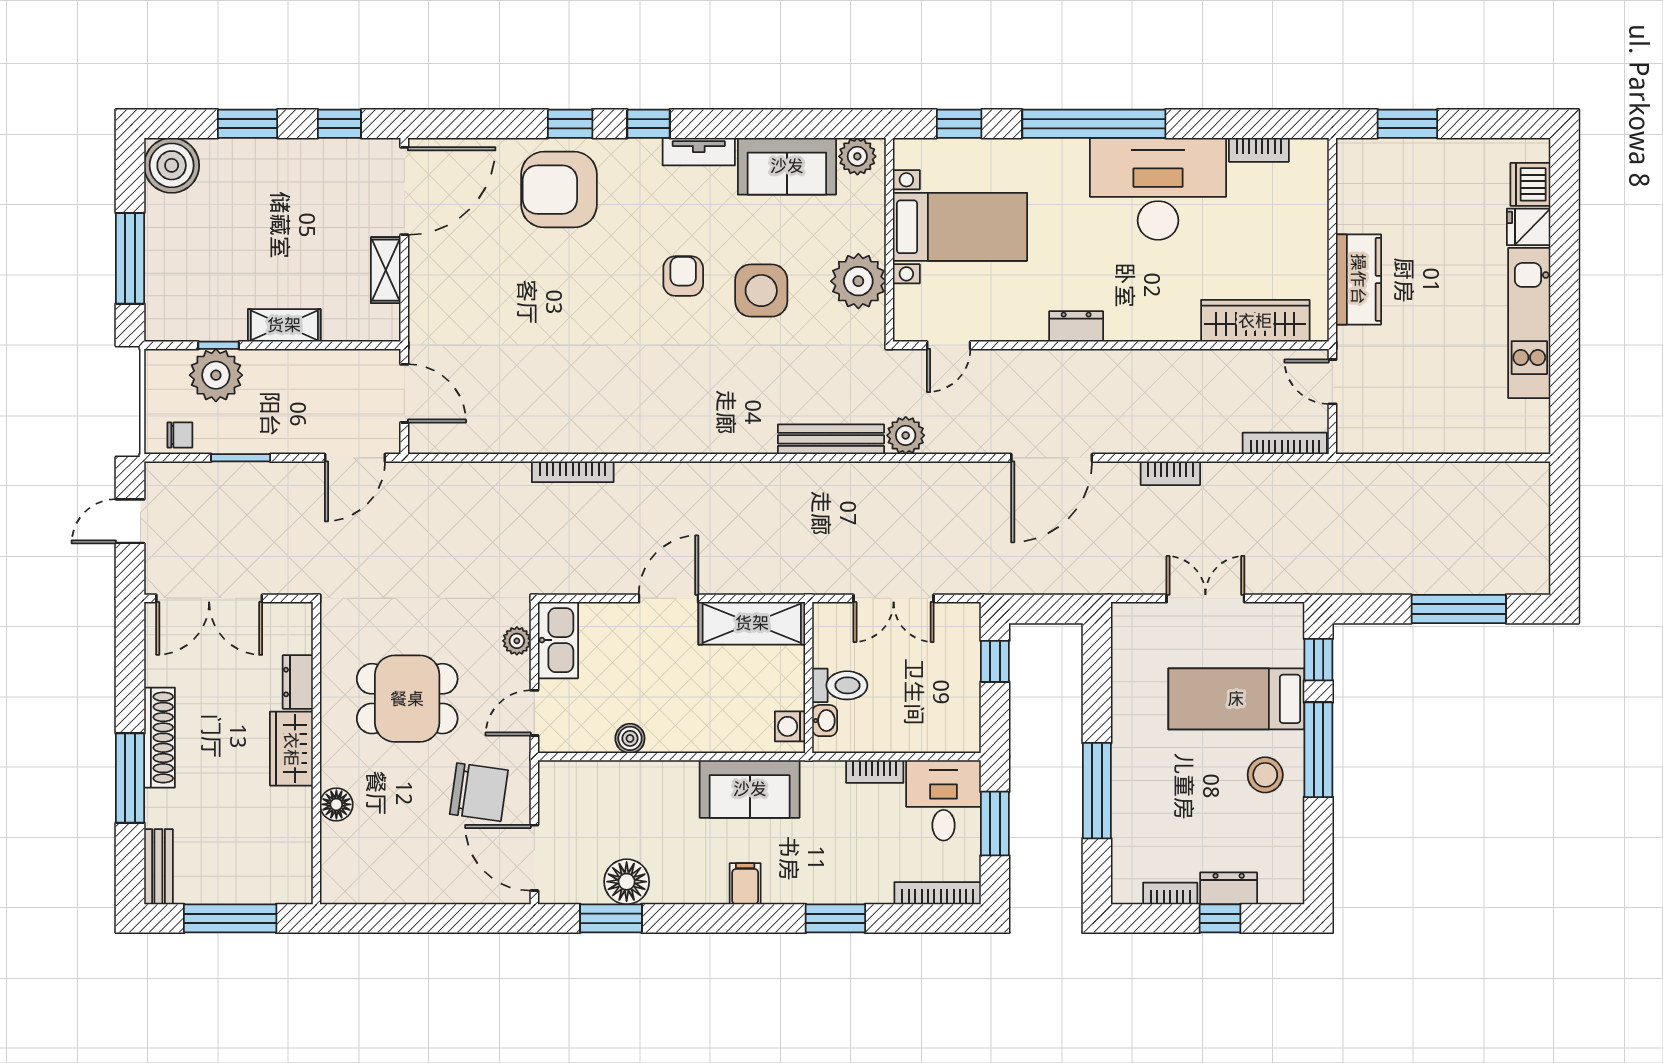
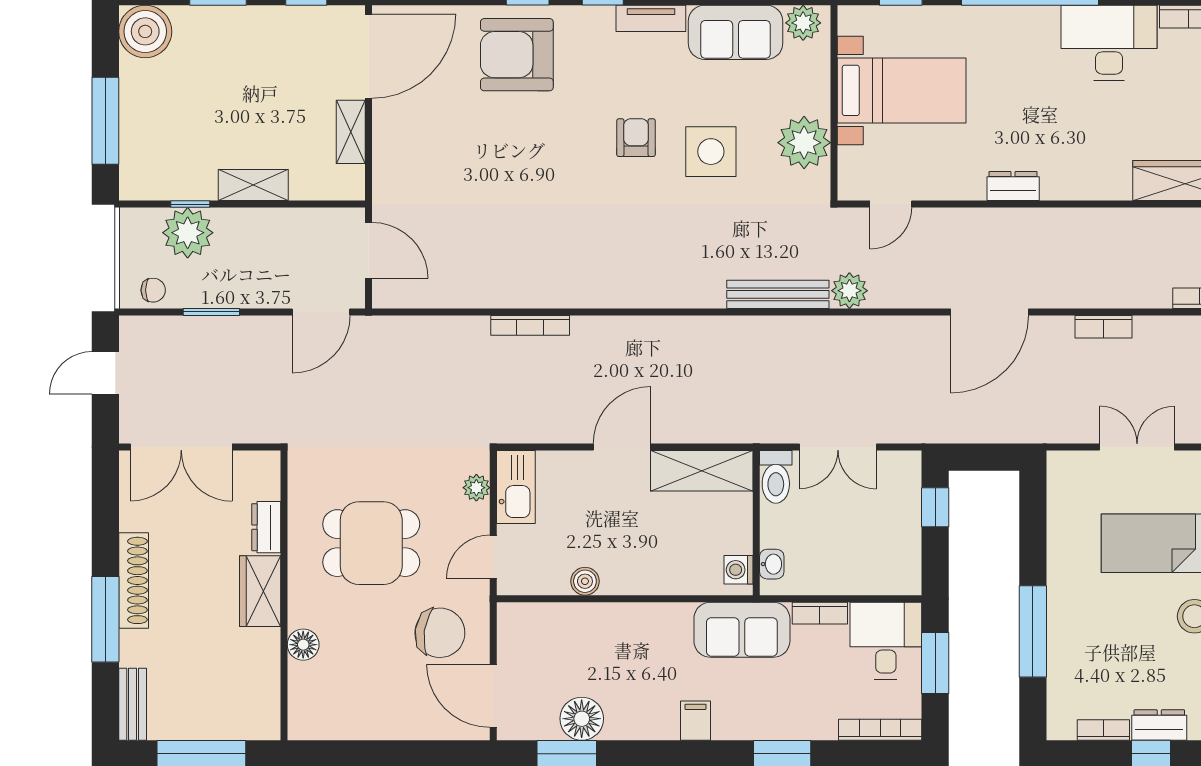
desk: (1158, 189) -> (1109, 43), width x0.73, depth x0.77
toilet: (840, 685) -> (776, 477), moved, turned 90
sofa: (750, 789) -> (742, 630), moved

